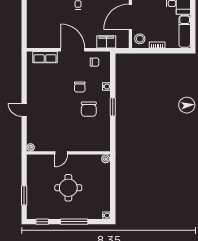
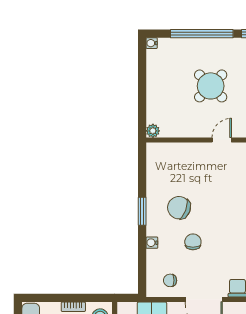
chair: (89, 109) -> (179, 208), turned -70
round table: (68, 188) -> (211, 86), turned 45
window: (74, 222) -> (202, 34), width x1.46

